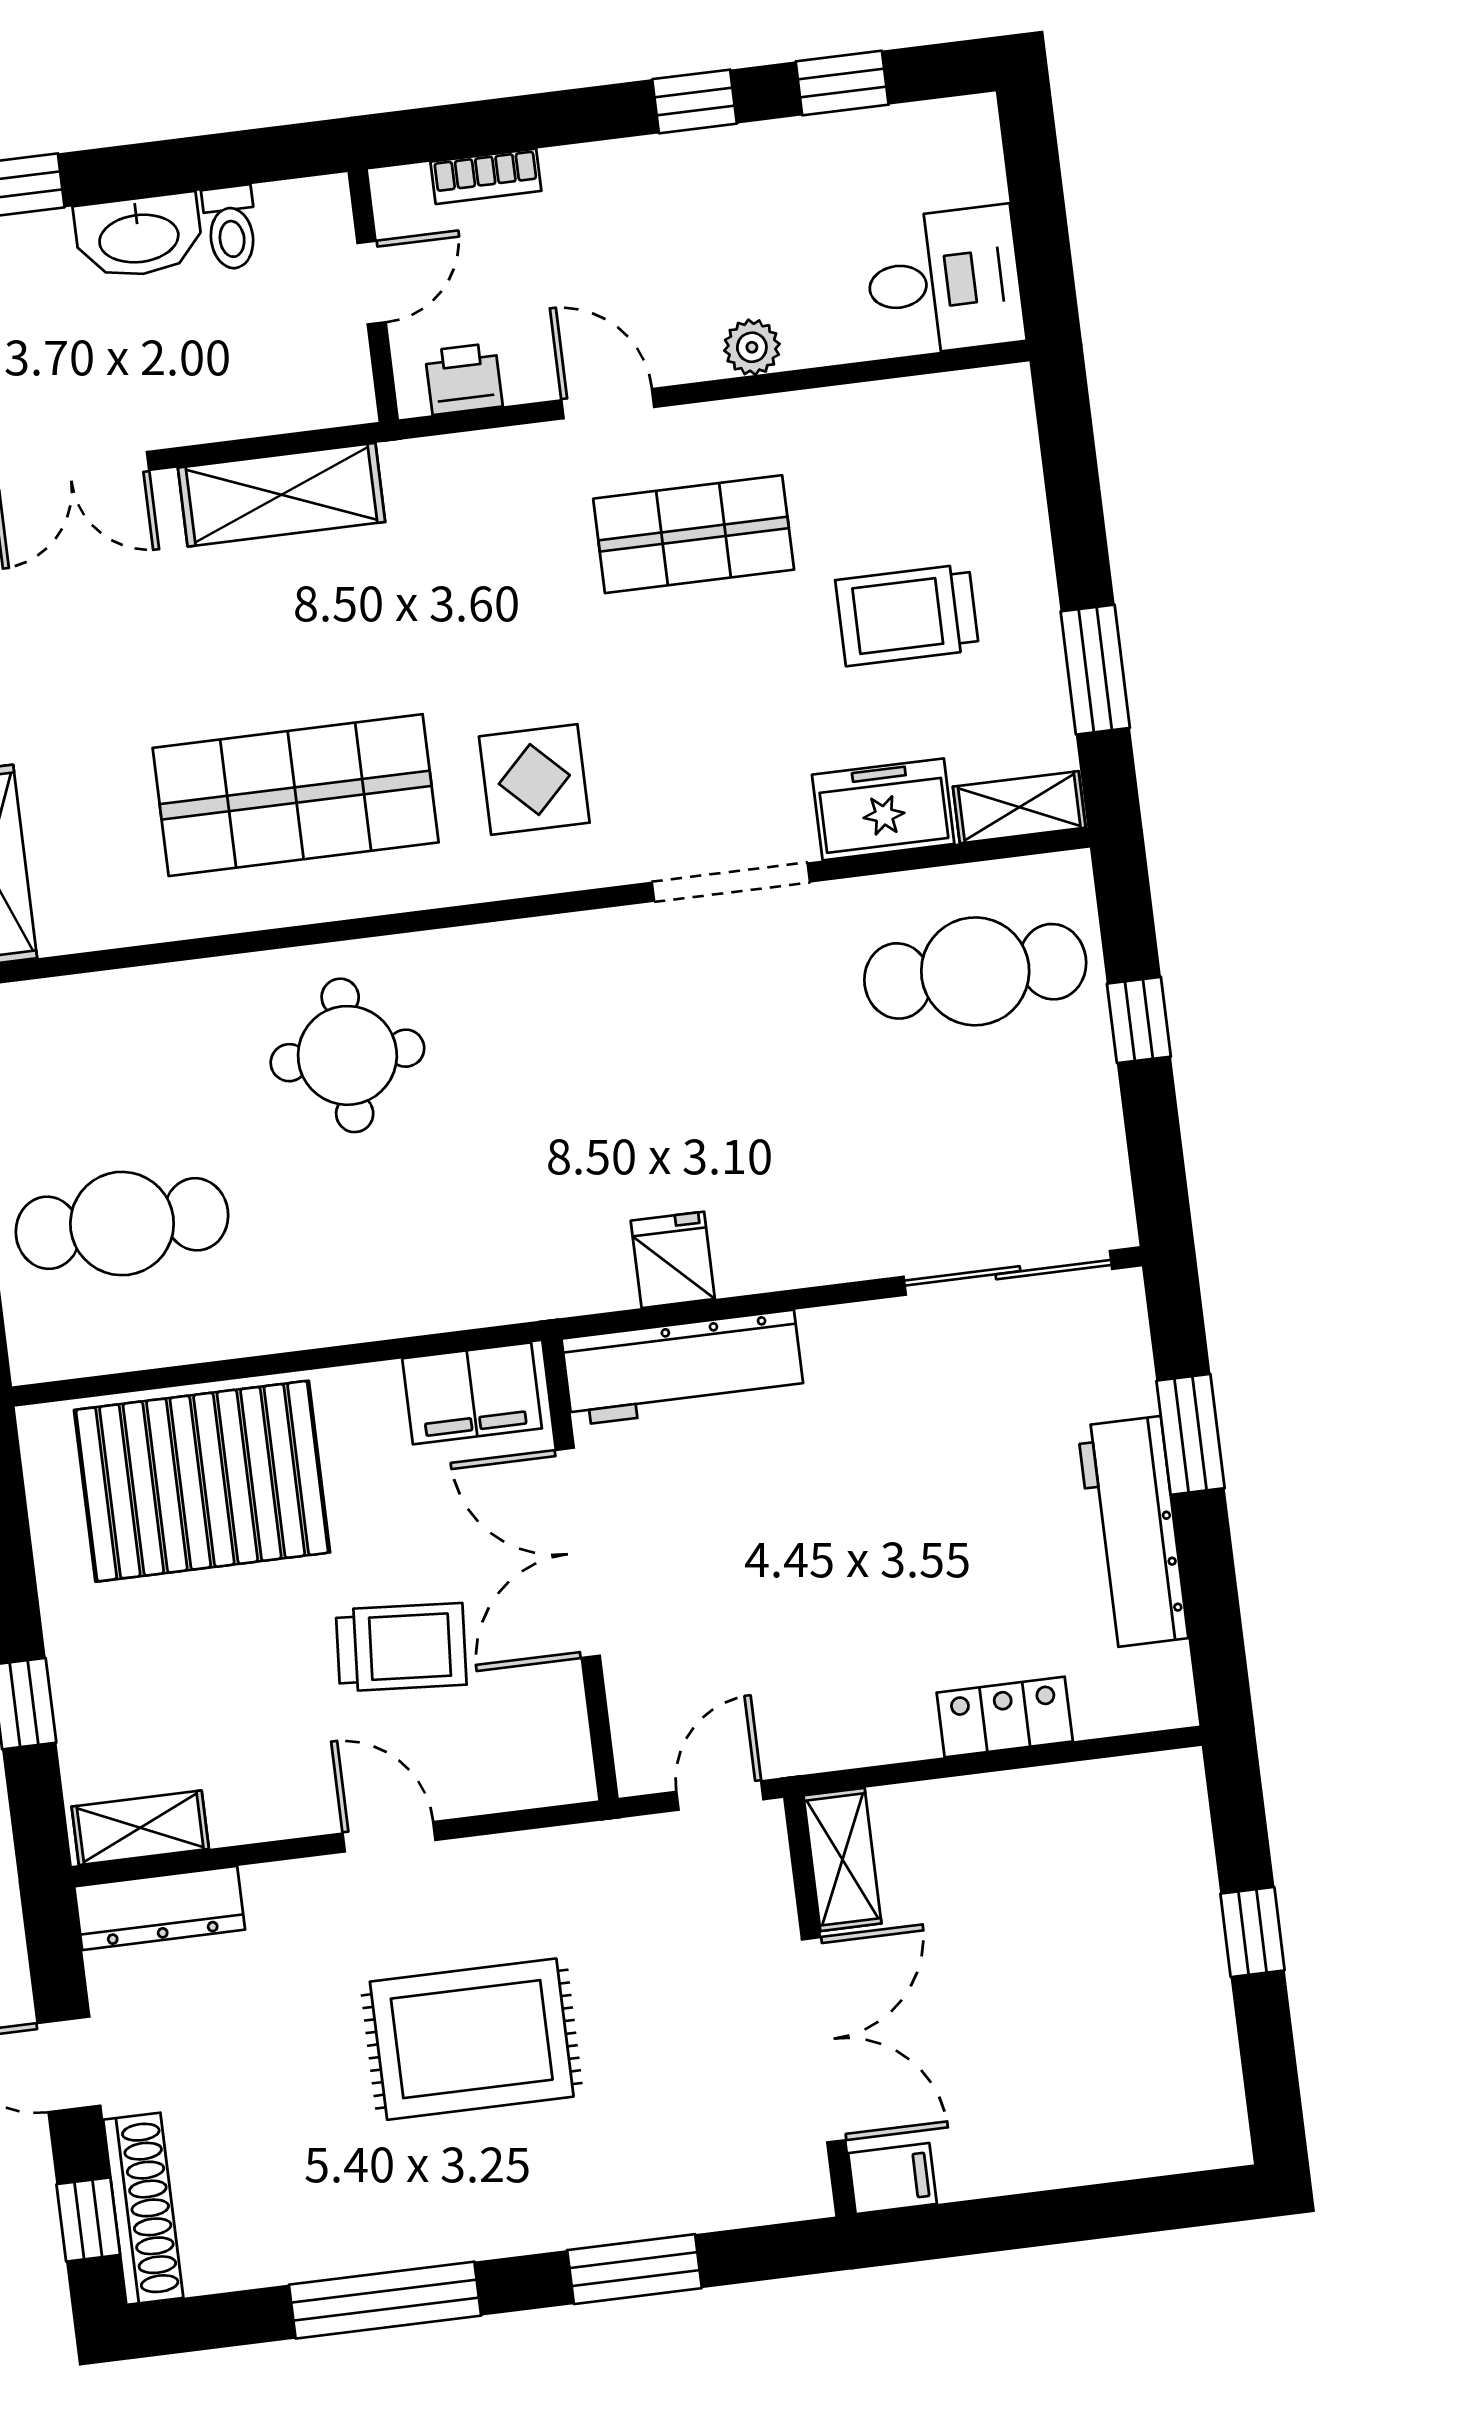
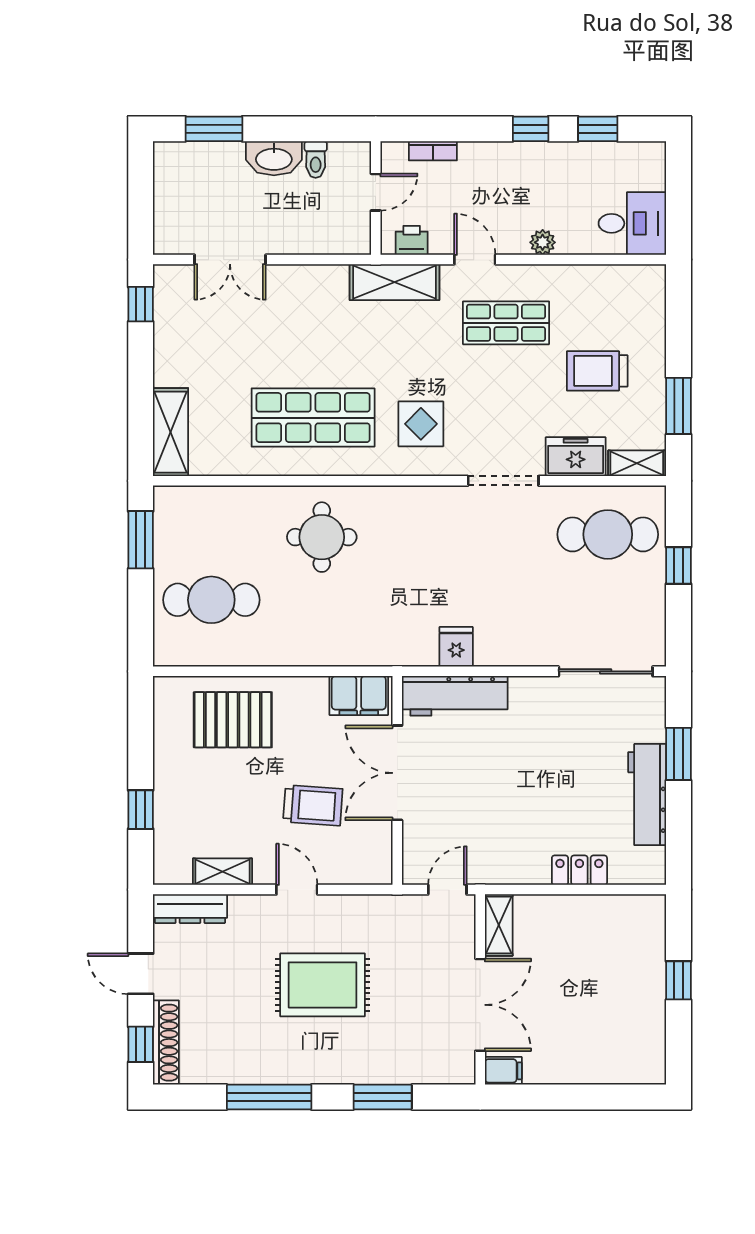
shelving: (282, 495) -> (395, 282), moved
pallet: (202, 1481) -> (233, 720), width x0.73, depth x0.71
shelving: (140, 1828) -> (222, 872), moved

